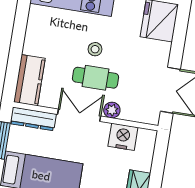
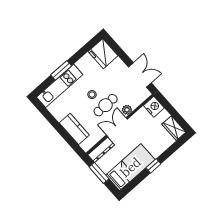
kitchen counter: (29, 80) -> (74, 129), moved
nightstand: (123, 137) -> (154, 107), moved, turned 90

